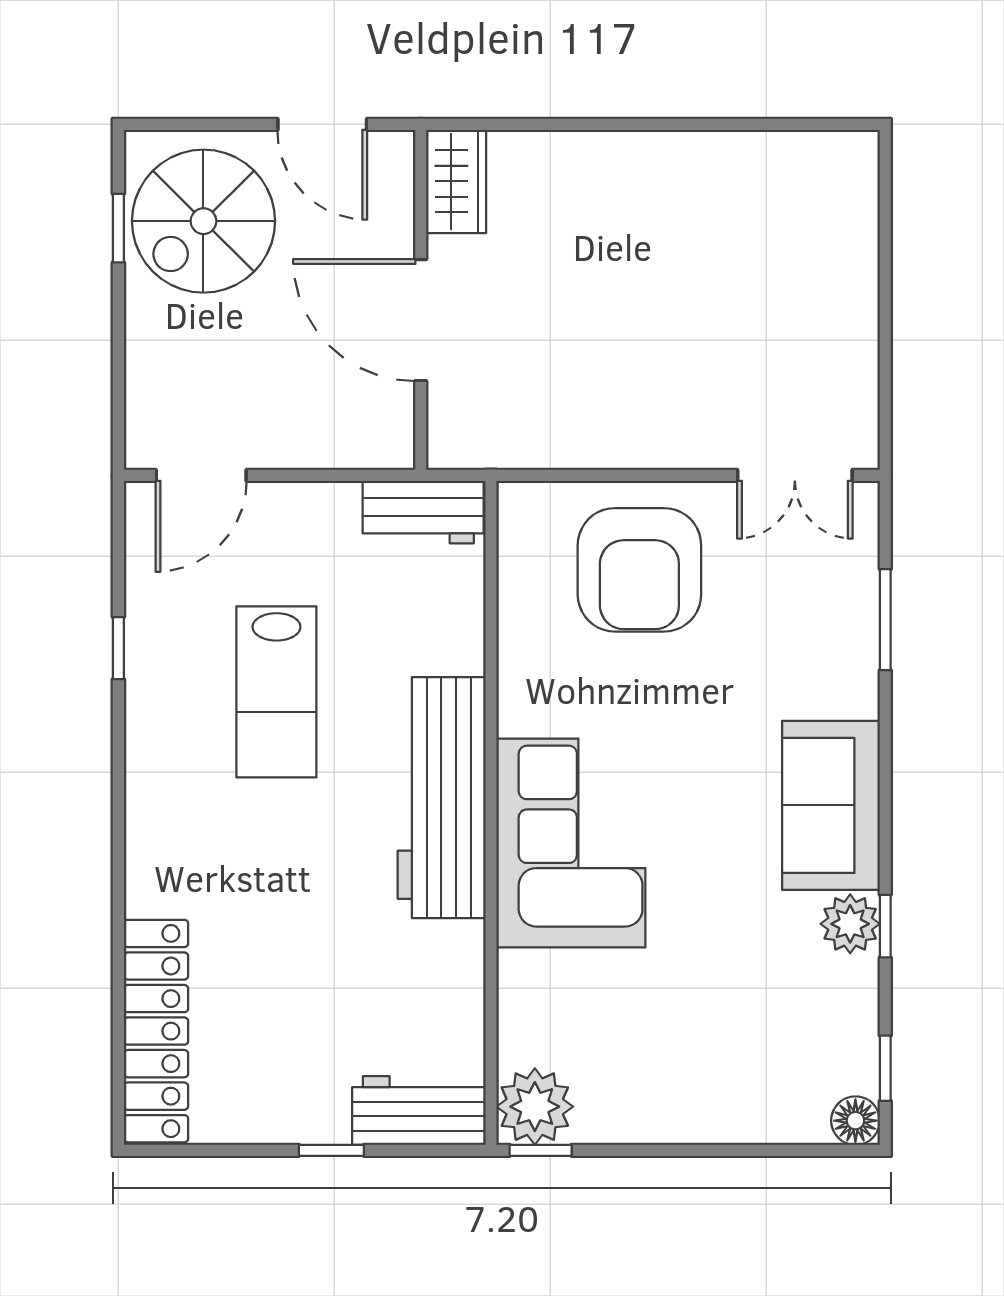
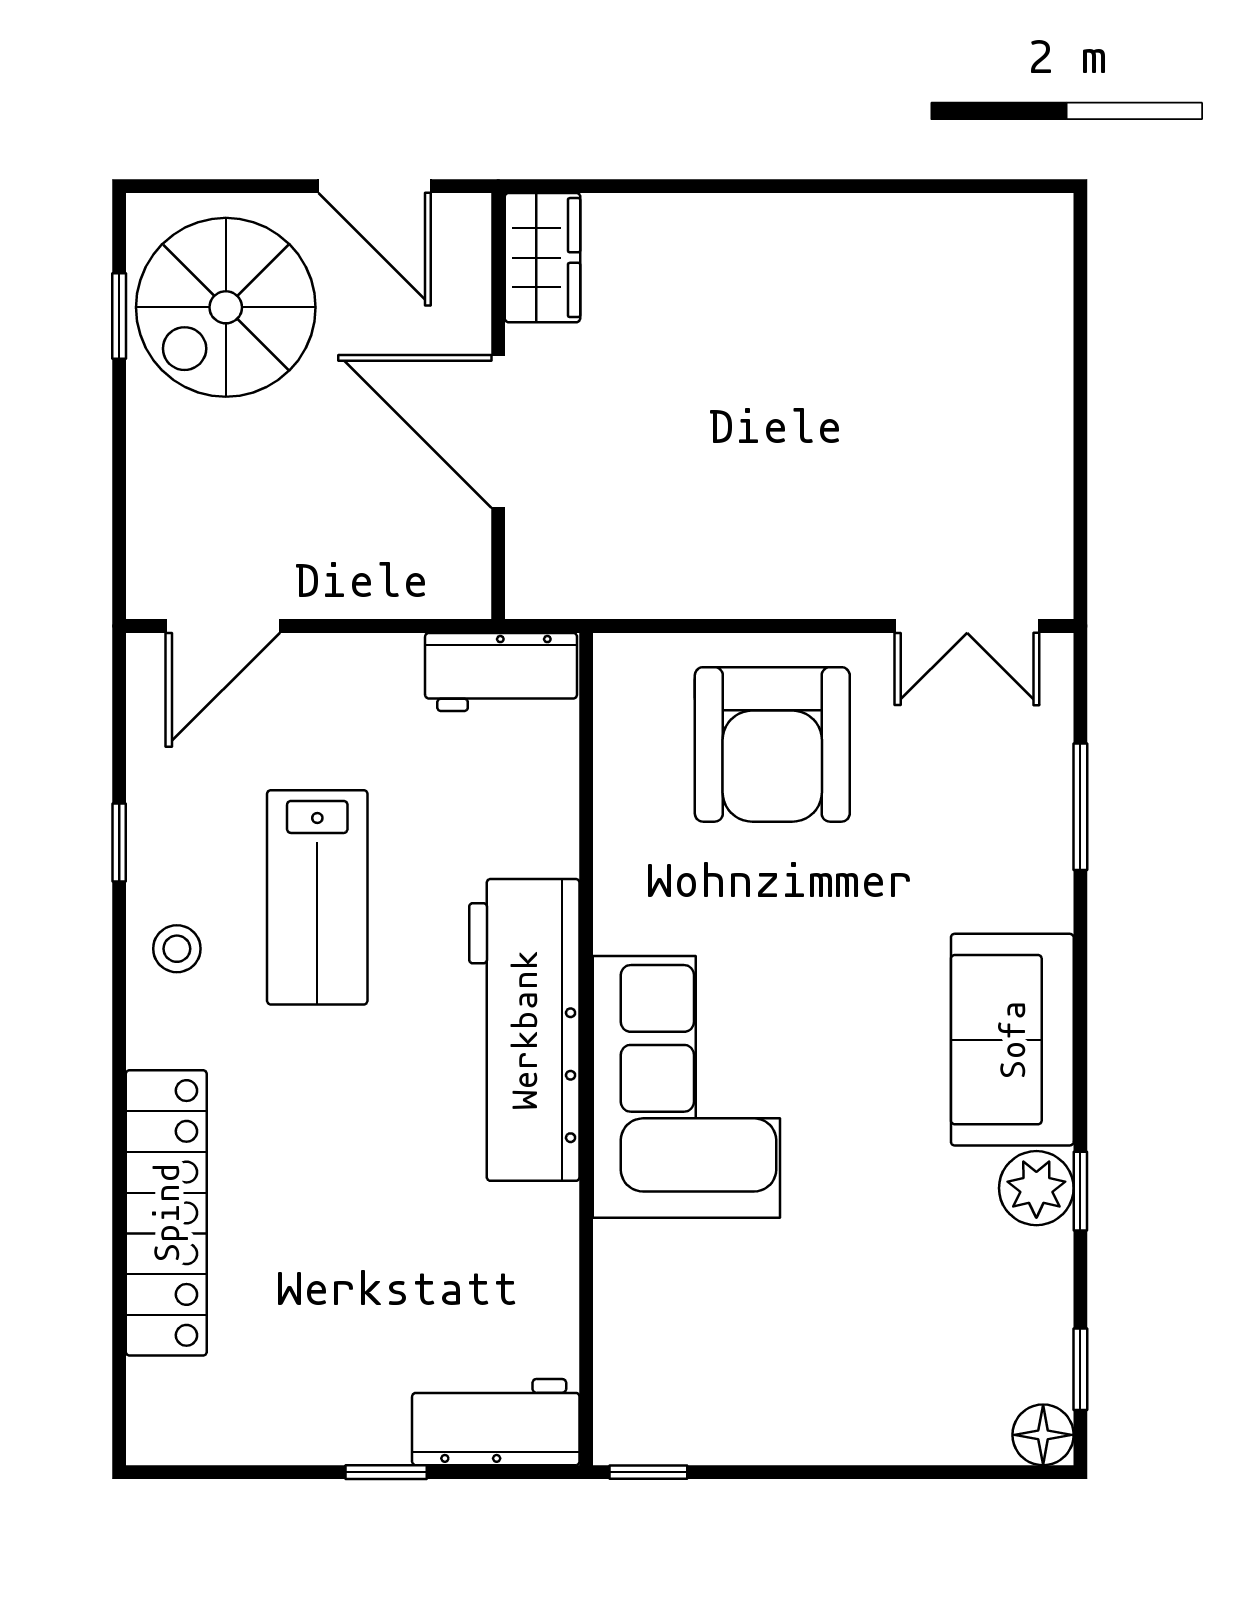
stool: (164, 733) -> (177, 949), added
locker: (156, 1031) -> (166, 1213), moved
plant: (535, 1107) -> (641, 1417), removed

